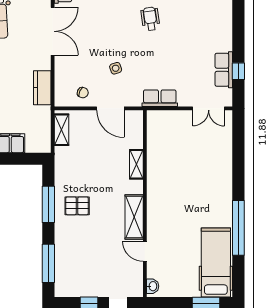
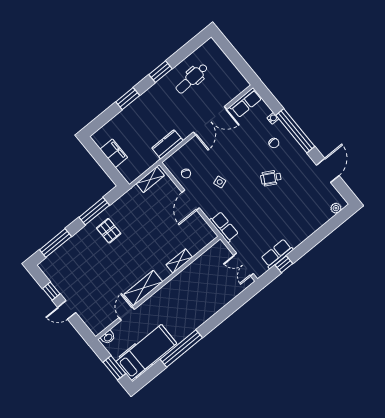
wheelchair: (150, 19) -> (271, 178), turned -143
shelving: (136, 164) -> (179, 261), moved
wall: (145, 204) -> (158, 288), moved
shelving: (134, 217) -> (143, 288), moved
door: (145, 251) -> (127, 313), moved
washbasin: (153, 286) -> (108, 337), moved

